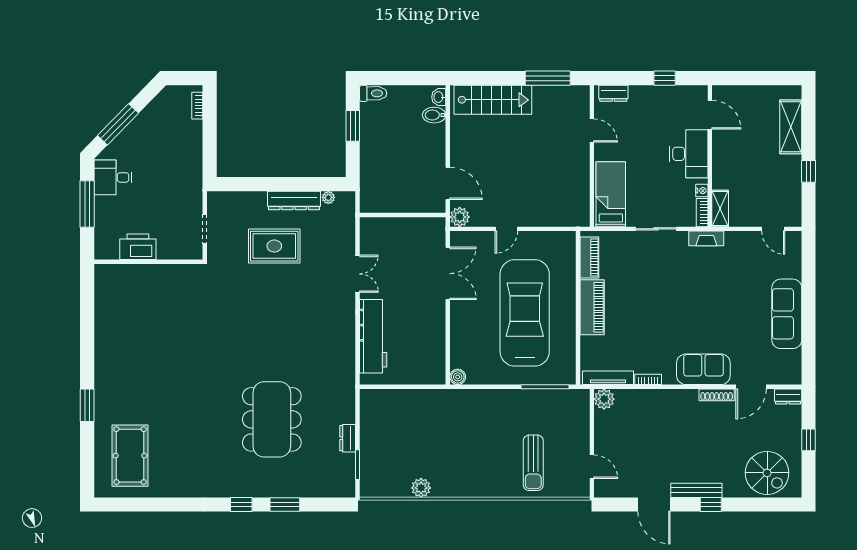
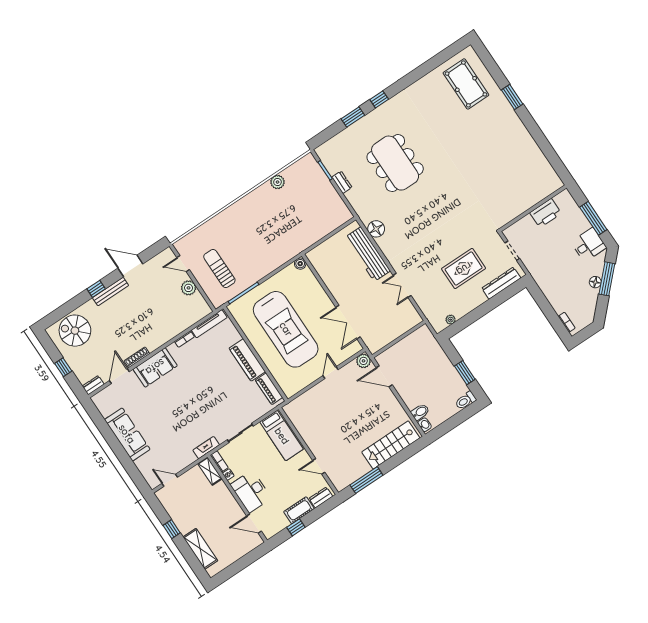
cot: (648, 95) -> (299, 510), added
floor lamp: (134, 130) -> (595, 282), added
dresser: (294, 200) -> (501, 283), moved
floor lamp: (344, 359) -> (376, 229), added
plant: (604, 399) -> (189, 288), moved
sun lounger: (533, 463) -> (219, 268), moved

